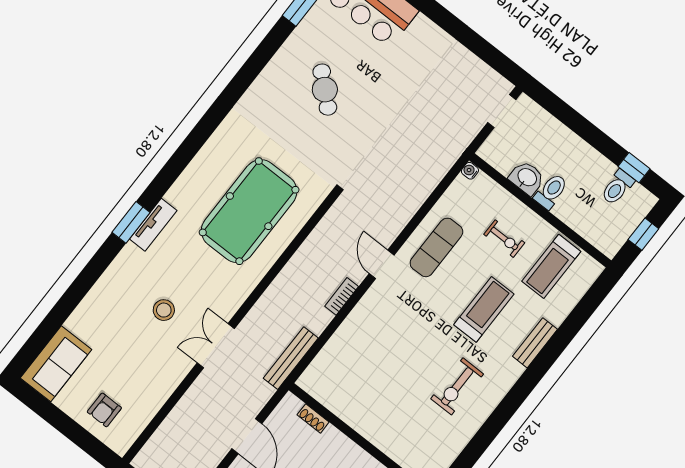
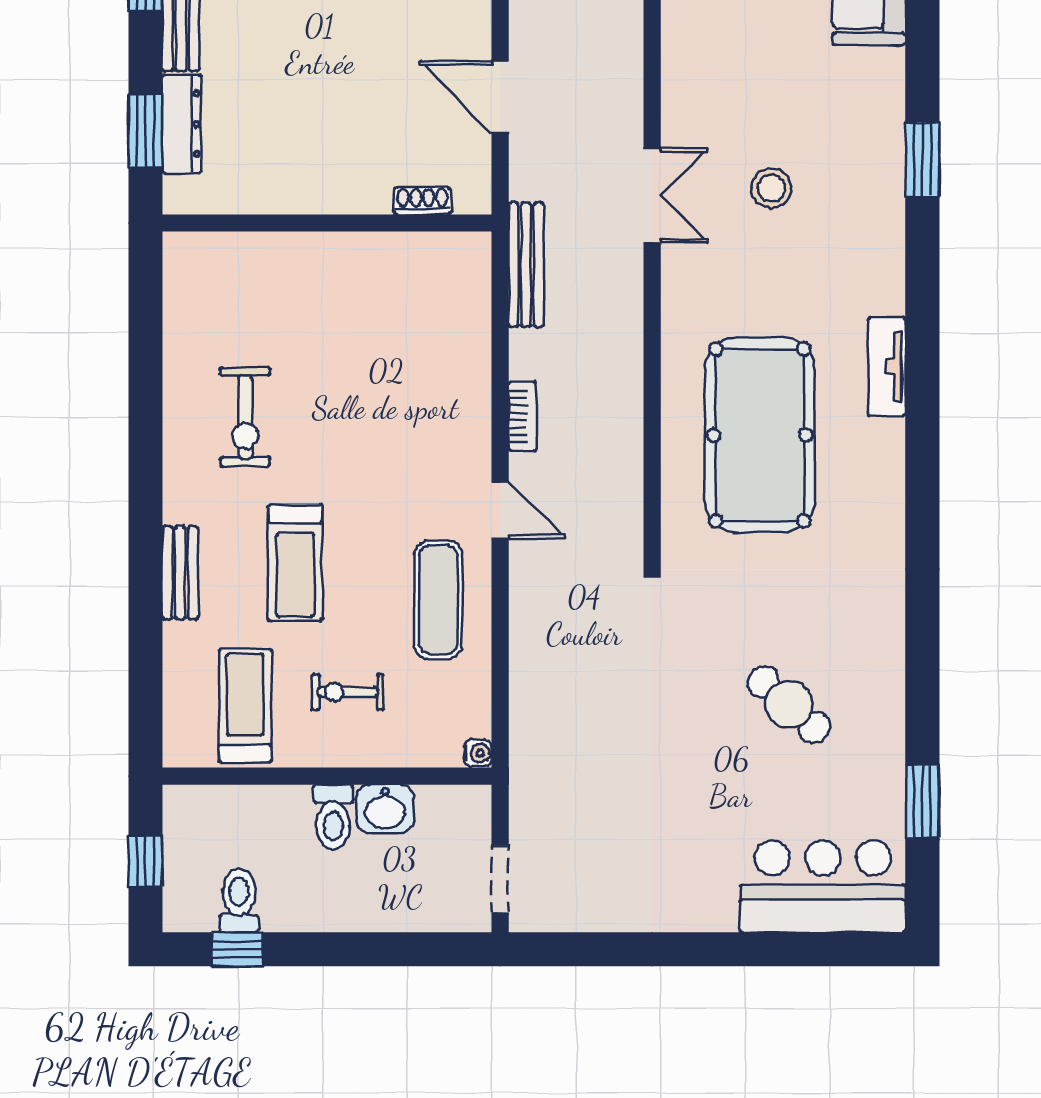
window: (131, 222) -> (922, 159), moved
tv unit: (153, 225) -> (887, 367), moved
exercise bike: (457, 386) -> (245, 417), turned 180

